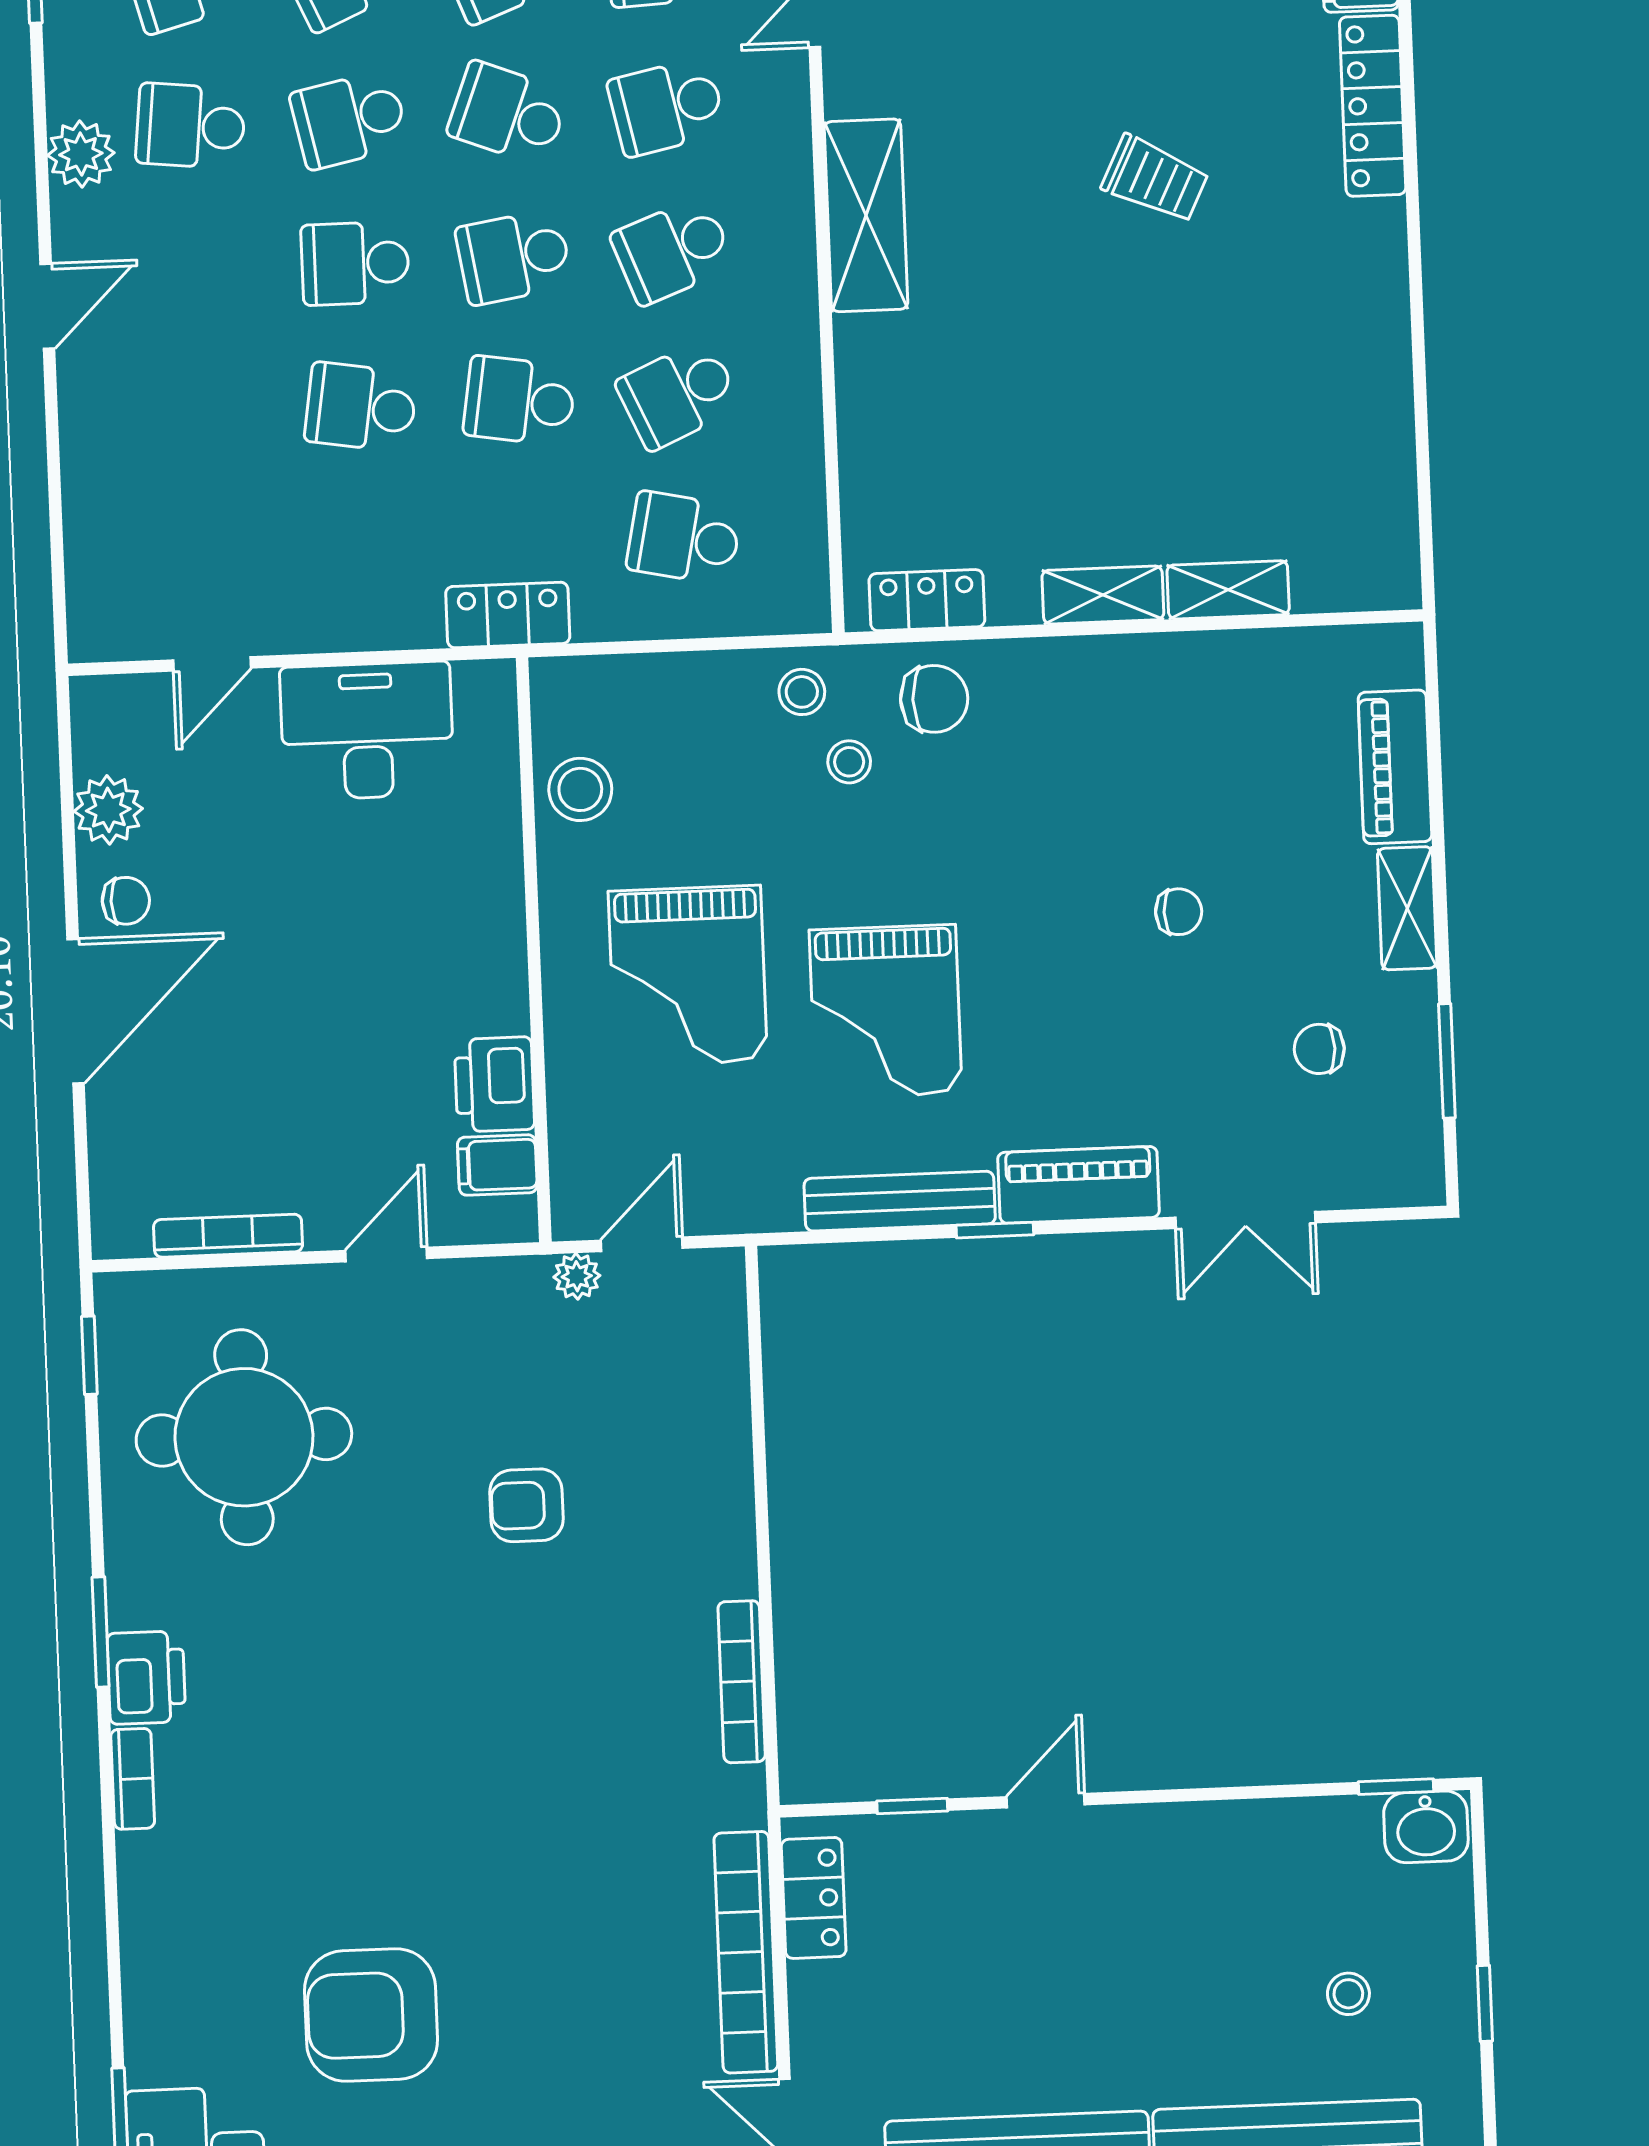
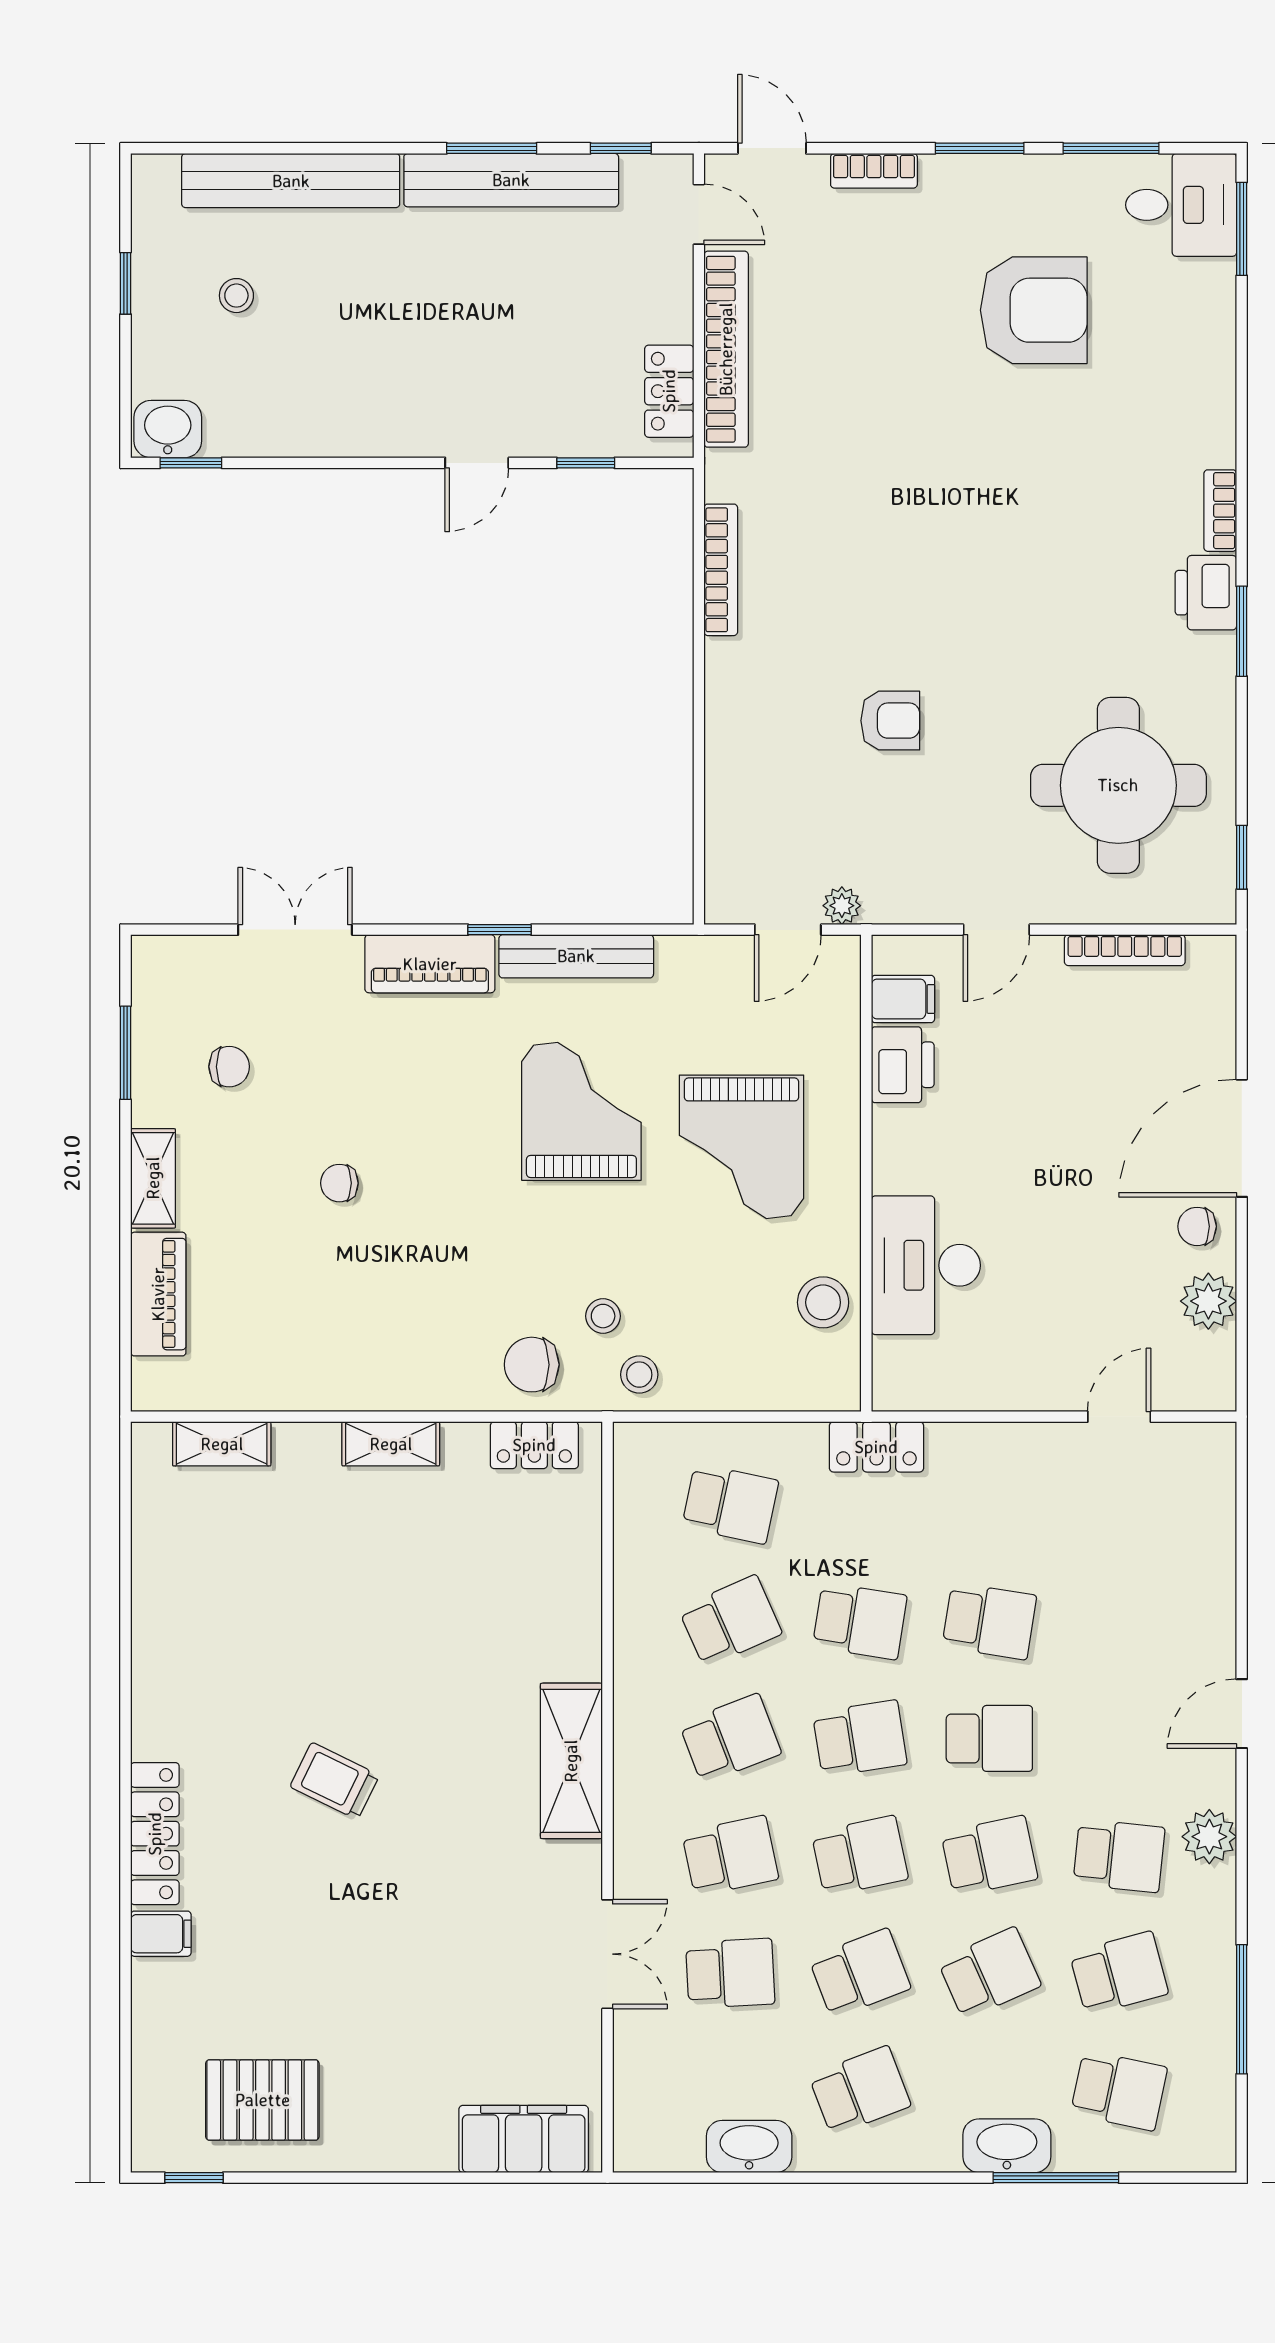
school desk: (508, 113) -> (860, 1856), turned -33
shelving: (1228, 590) -> (222, 1444), moved
desk: (367, 731) -> (926, 1265), moved, turned 90
grand piano: (688, 976) -> (741, 1147), turned 180

